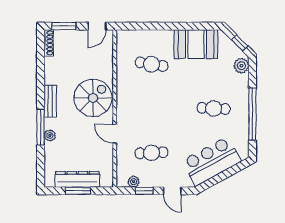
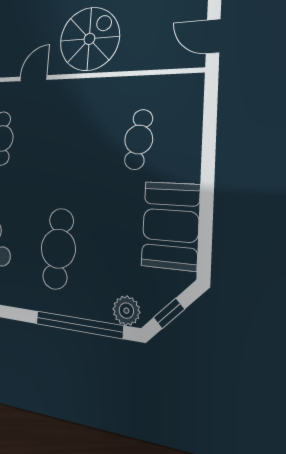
spiral stairs: (93, 98) -> (89, 39), turned -90
cafe table: (214, 108) -> (58, 249), width x1.37, depth x1.35
window: (252, 114) -> (79, 325), moved

